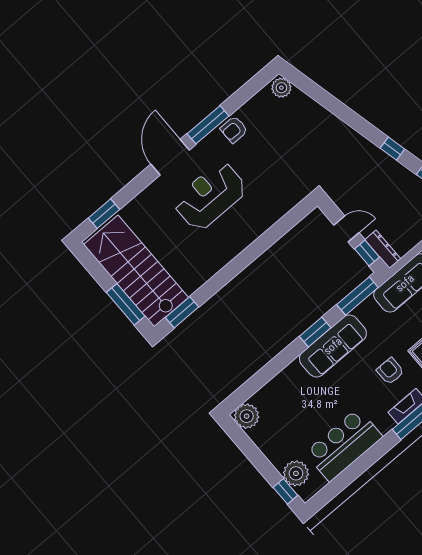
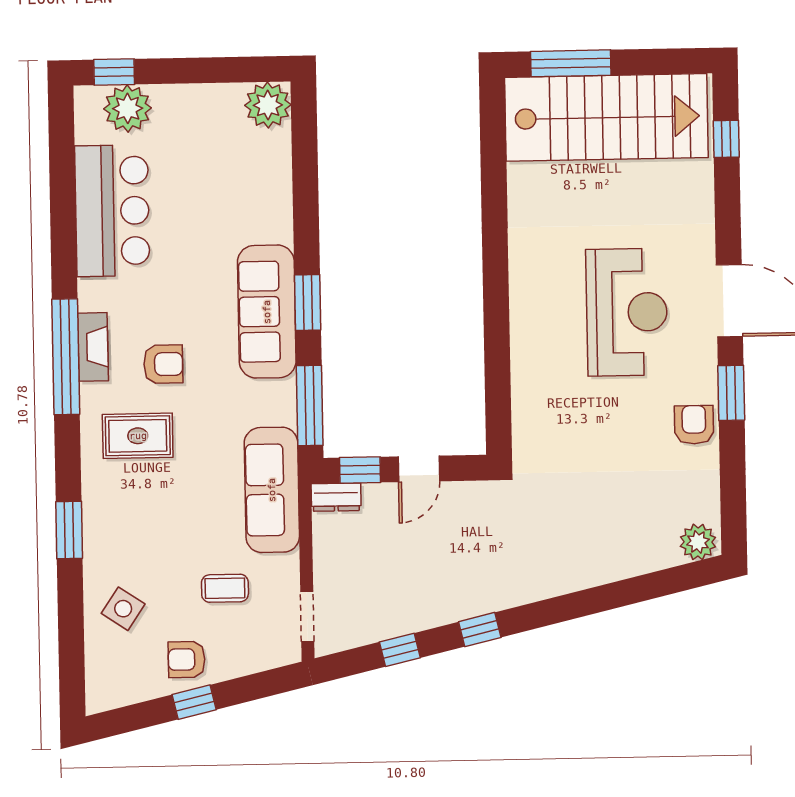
window: (208, 125) -> (731, 393), width x0.69
window: (104, 214) -> (726, 139), width x0.67
dresser: (383, 249) -> (336, 497), width x0.70
window: (182, 312) -> (493, 135), removed

